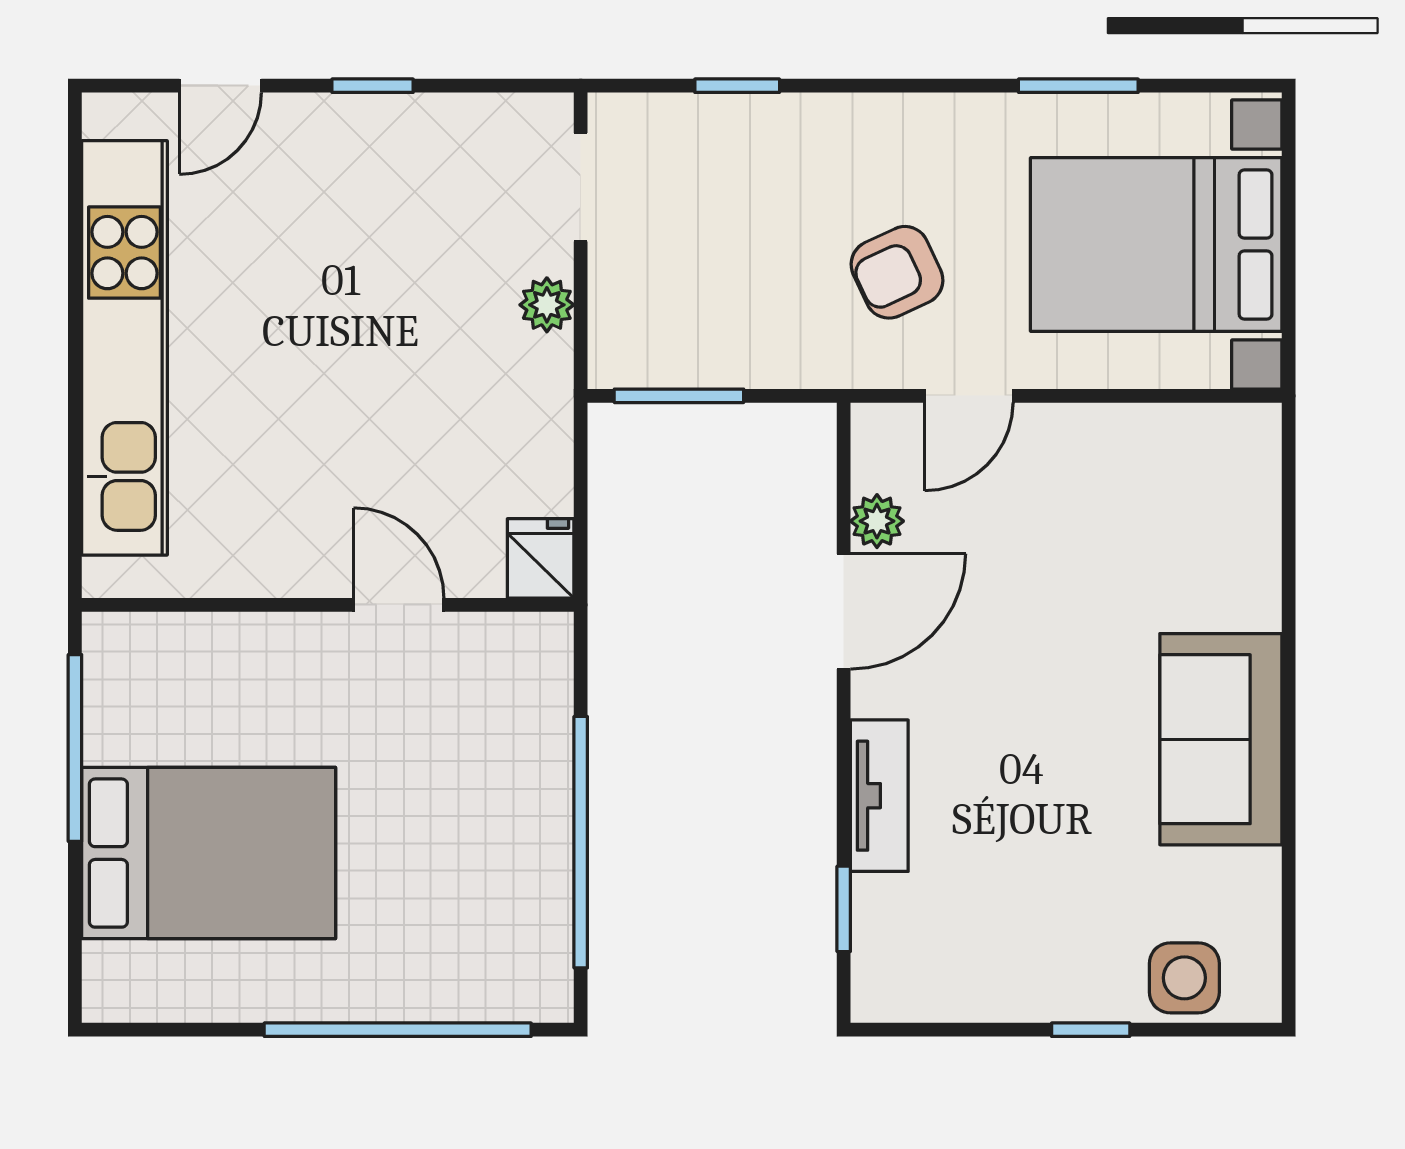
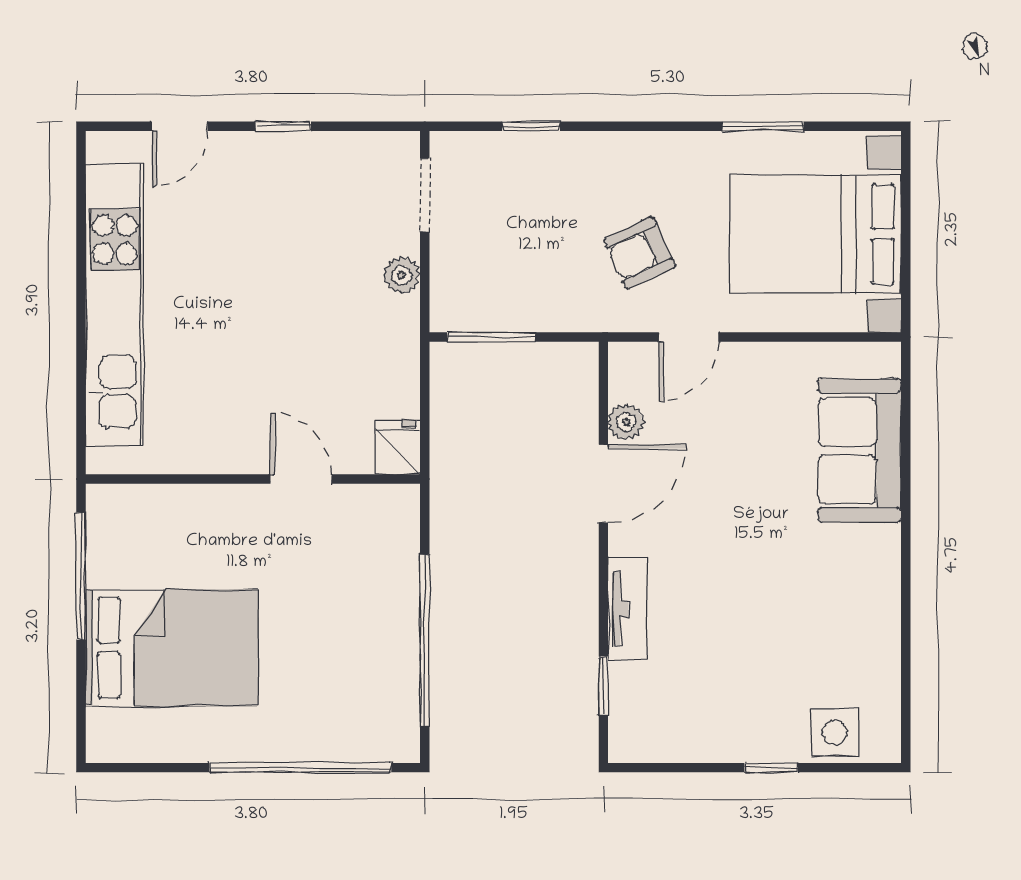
sofa: (1221, 739) -> (860, 451), moved

